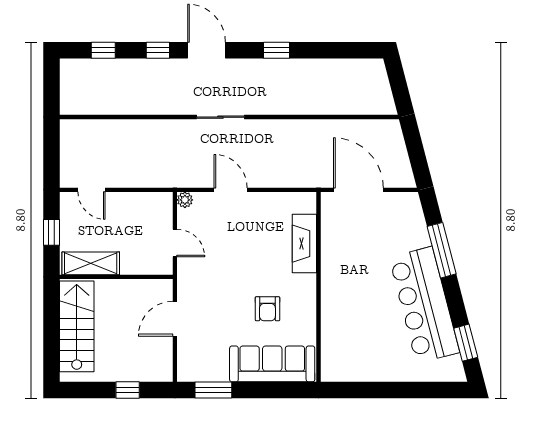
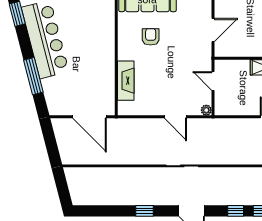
window: (158, 50) -> (236, 211), moved

